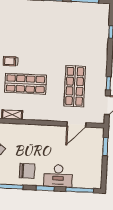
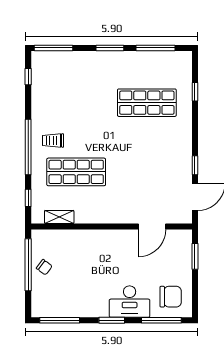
shop shelf: (75, 86) -> (147, 103), moved, turned 90
chair: (27, 171) -> (171, 297), moved

